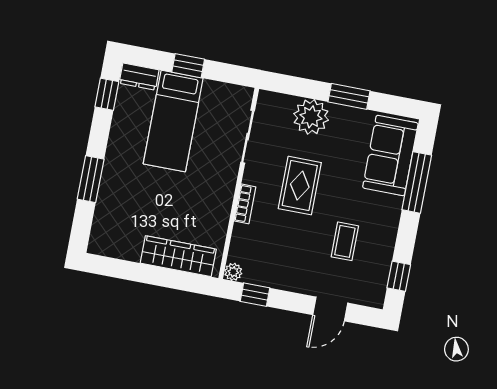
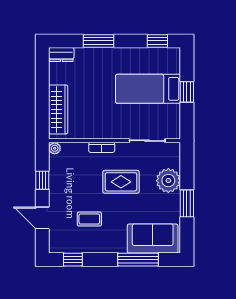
dresser: (139, 77) -> (61, 55), moved, turned -90
window: (255, 295) -> (42, 180), moved

